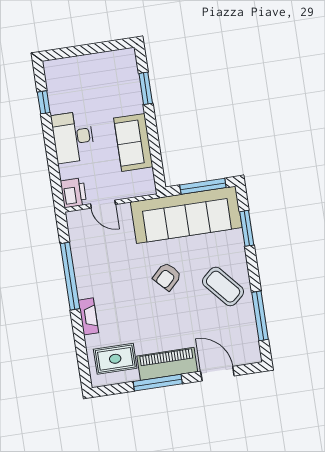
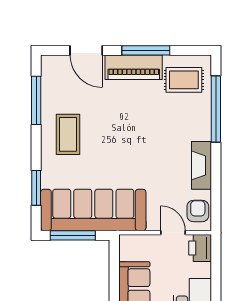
window: (70, 276) -> (216, 109), moved
armchair: (167, 277) -> (198, 211), moved, turned -46
coffee table: (223, 287) -> (68, 134), turned 41
fireplace: (88, 316) -> (201, 165), moved, width x1.37, depth x1.32

